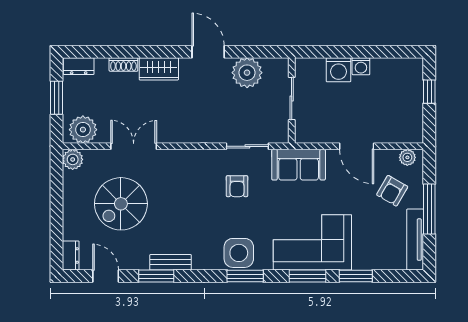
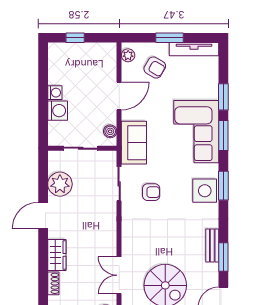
boiler: (313, 135) -> (110, 131), added
window: (429, 209) -> (169, 38), width x0.69

